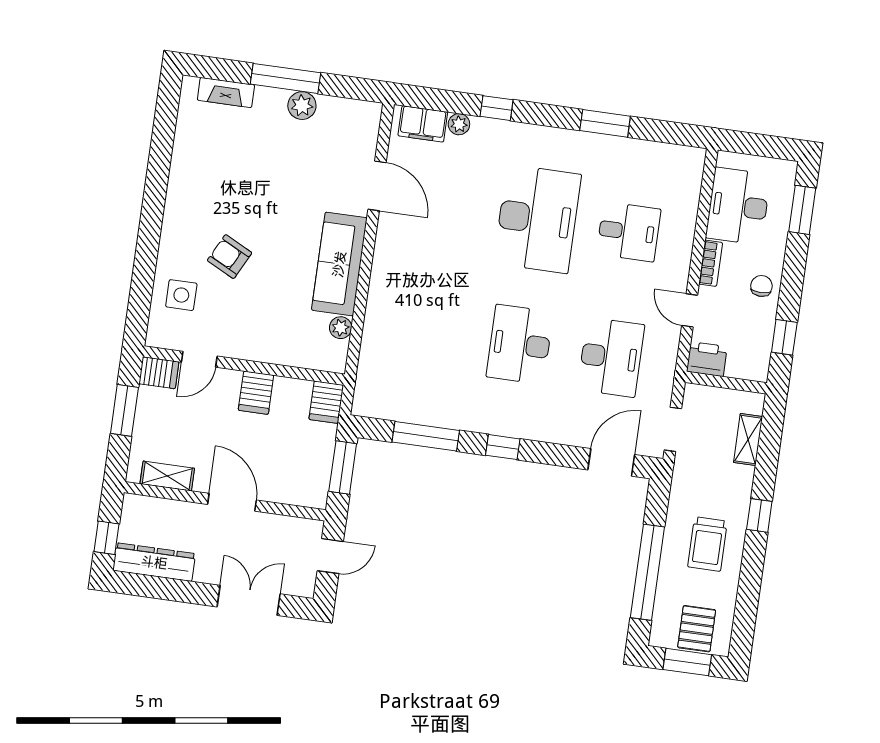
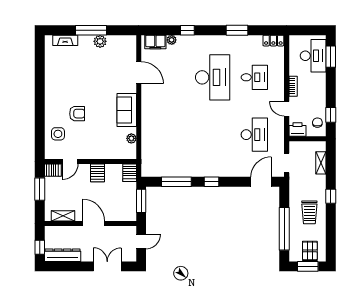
locker: (682, 157) -> (273, 41), added
desk: (738, 206) -> (313, 56), moved, turned 180
armchair: (230, 257) -> (77, 114), turned 153
sofa: (339, 264) -> (127, 110), width x0.73
chair: (761, 286) -> (317, 123), moved
desk: (520, 344) -> (213, 135), removed

